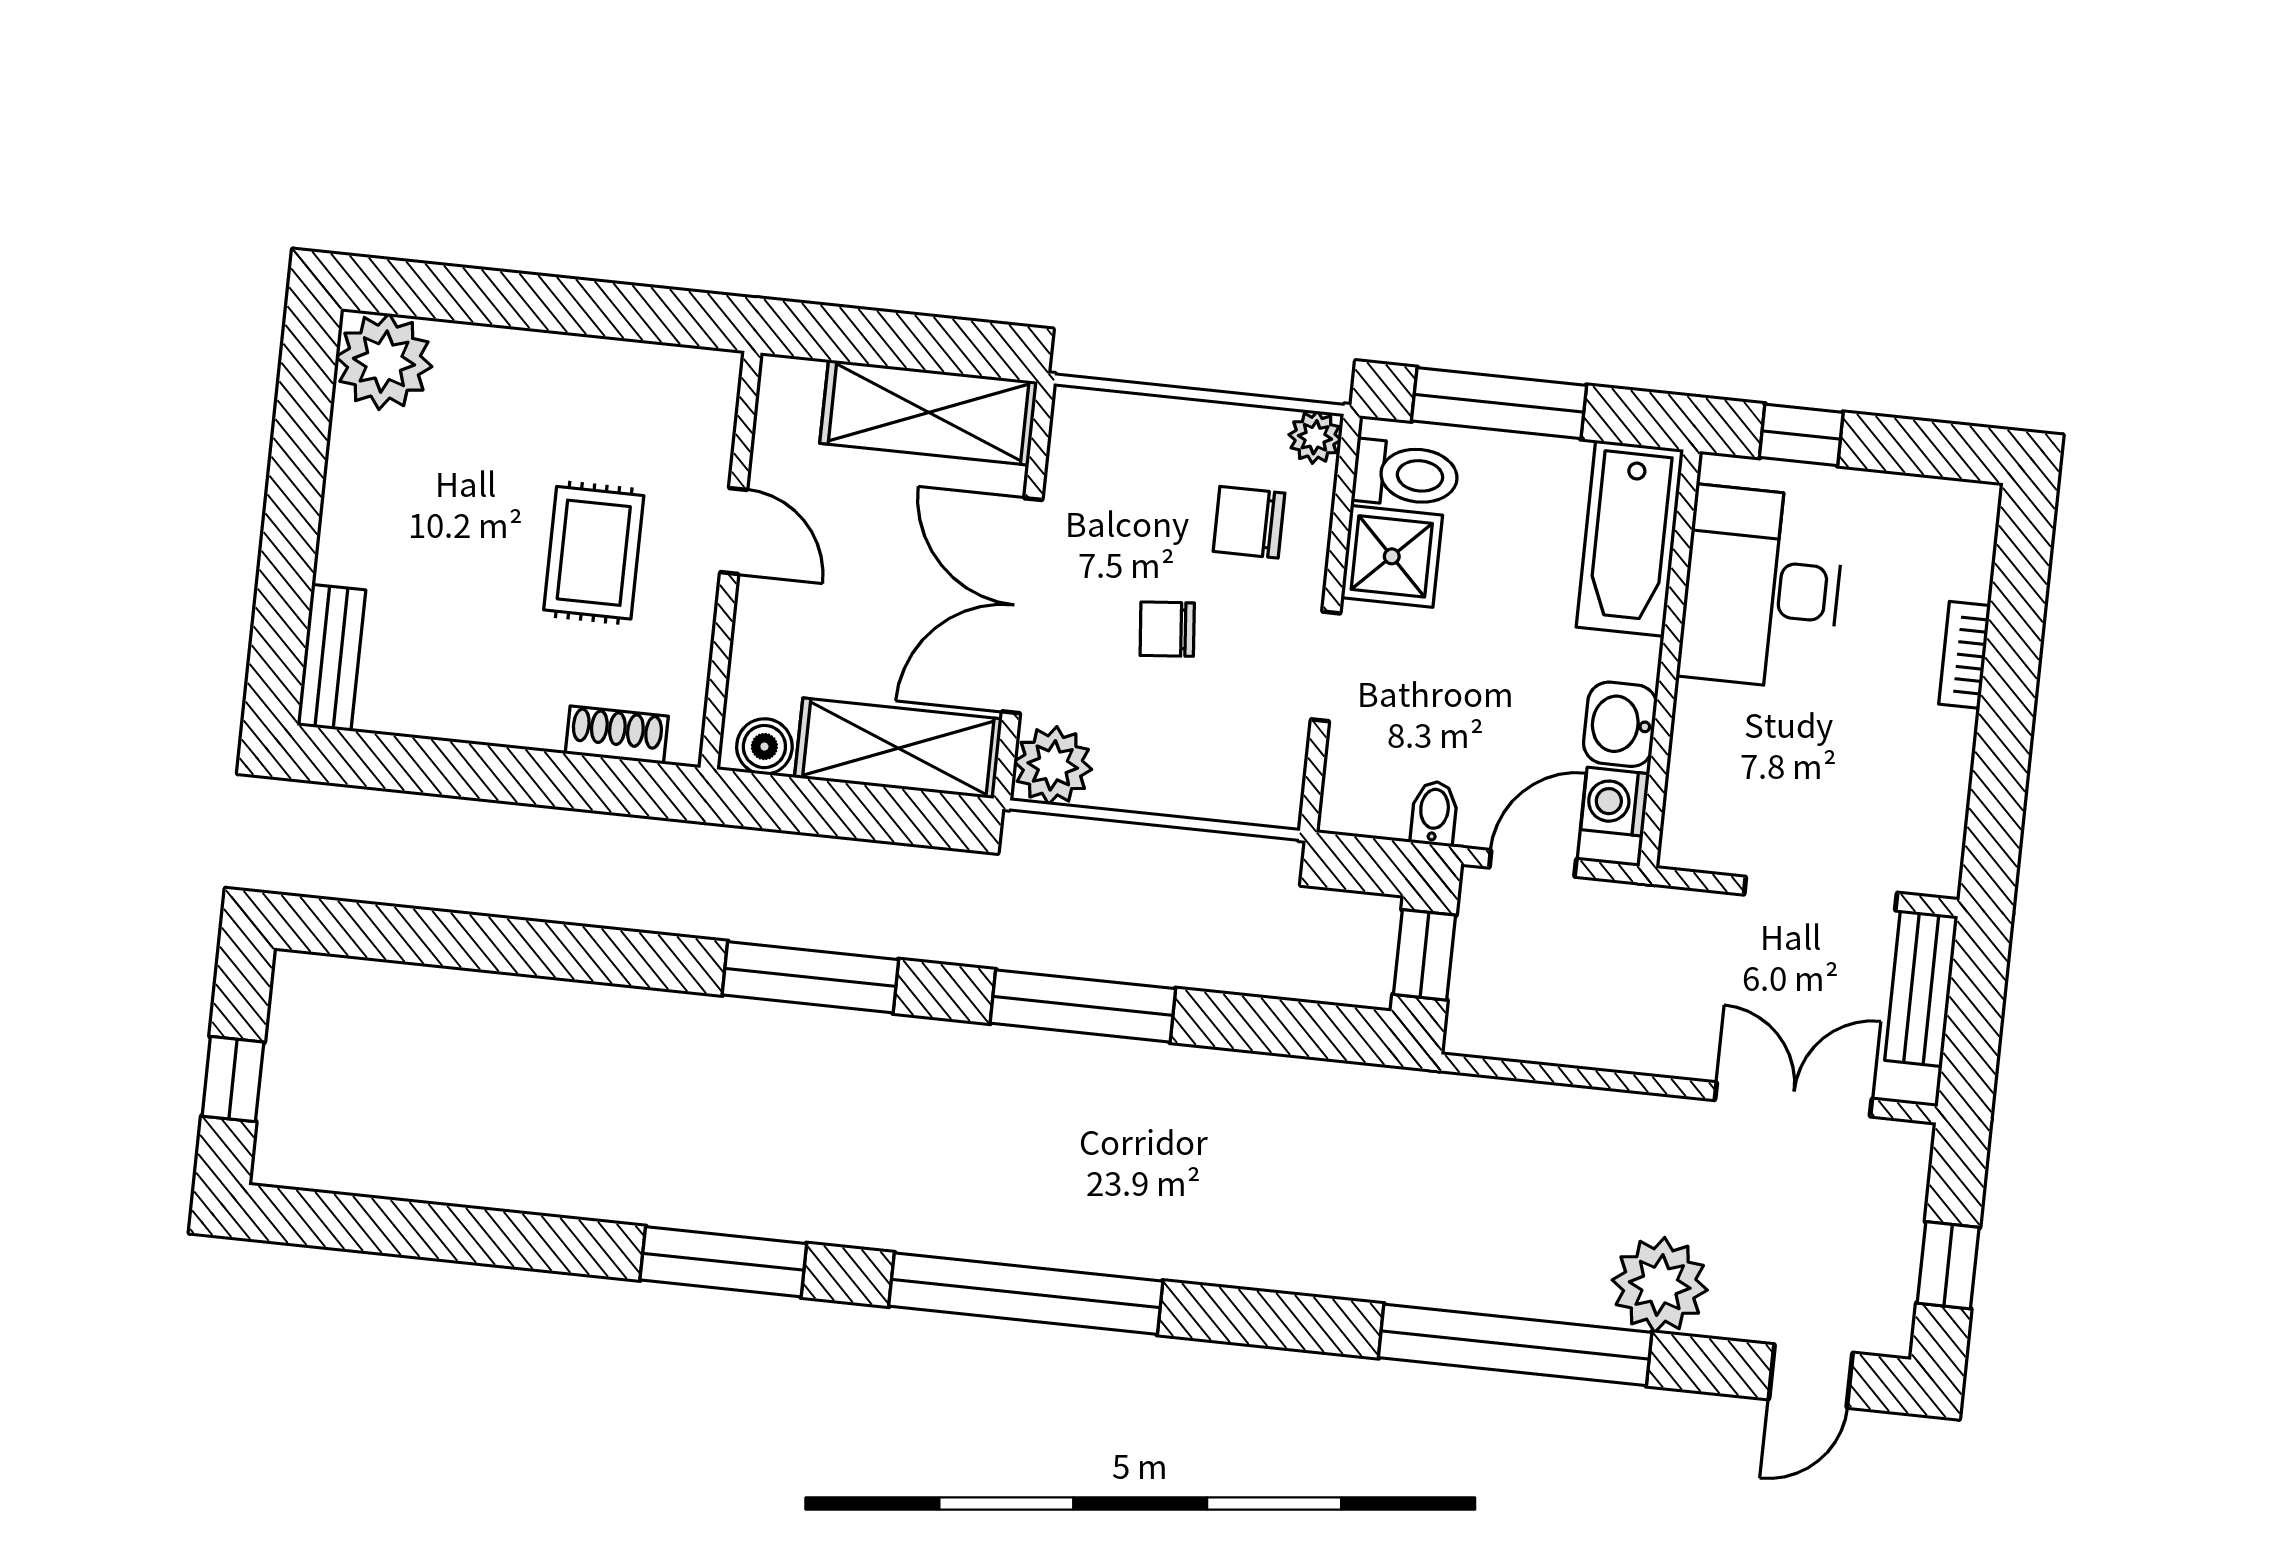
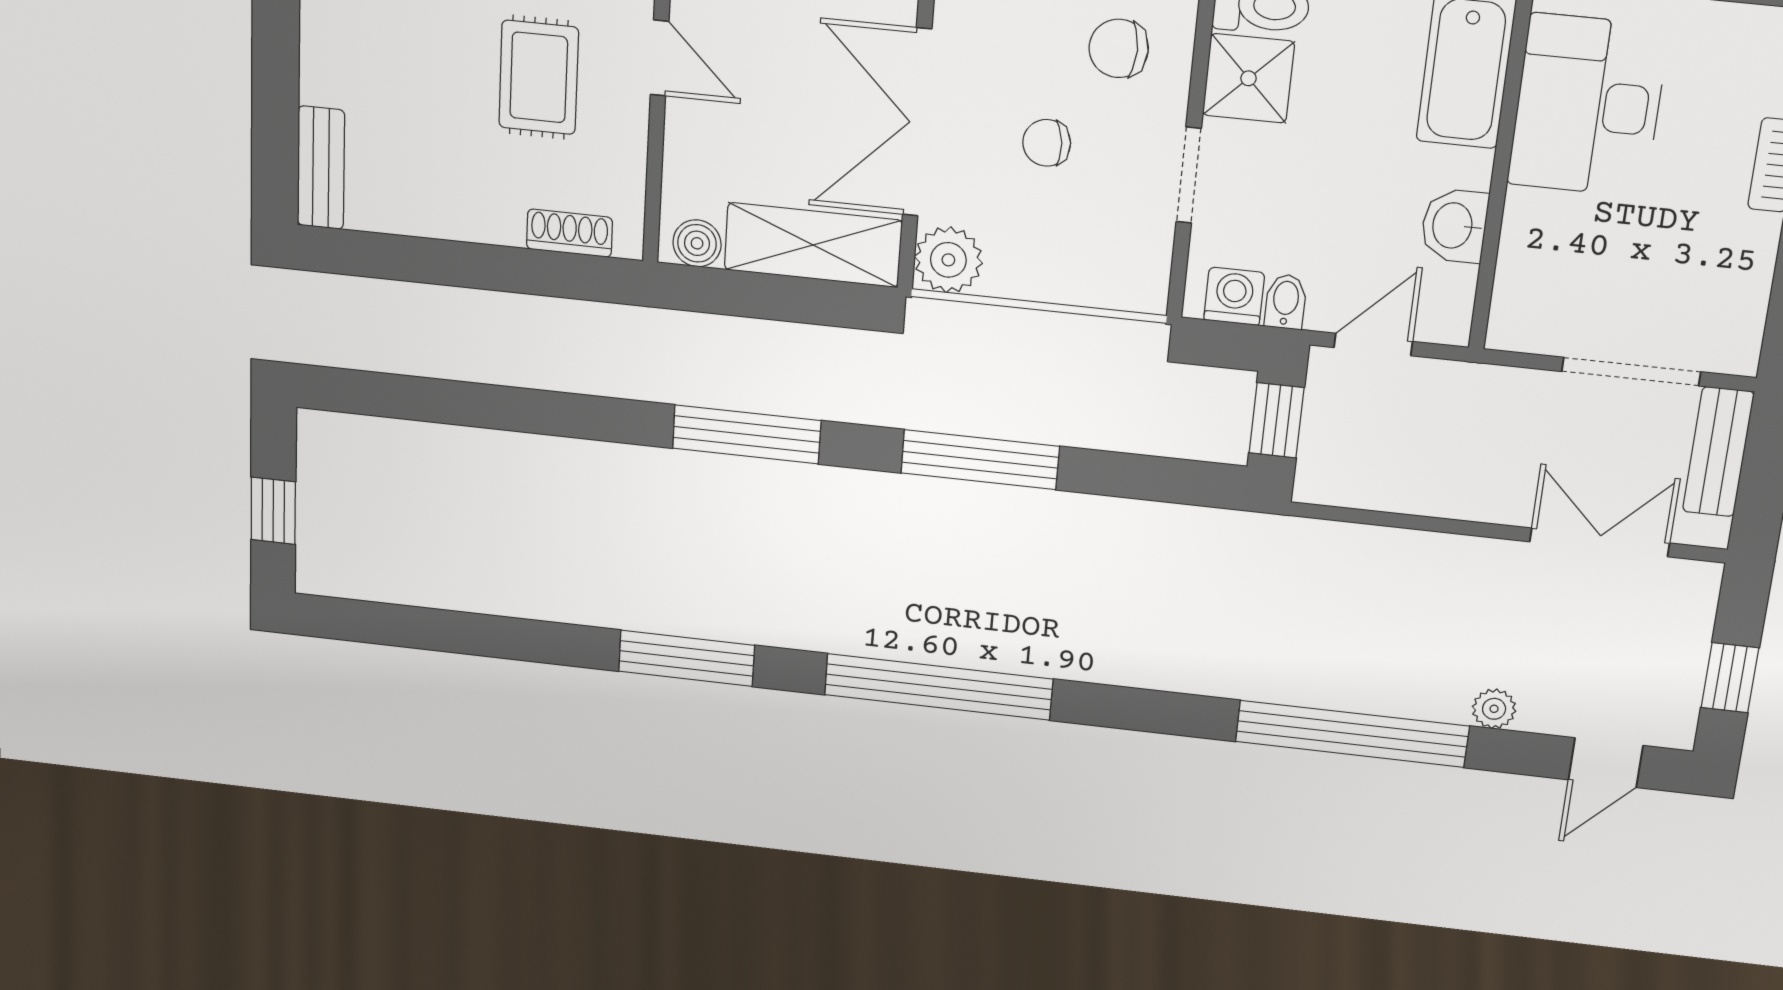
washing machine: (1615, 802) -> (1234, 296), moved, turned 90
plant: (1660, 1285) -> (1494, 709), width x0.53, depth x0.53

